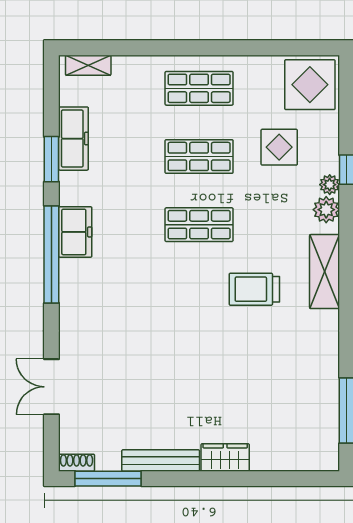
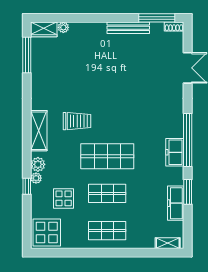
shop shelf: (199, 225) -> (107, 156), width x1.43, depth x1.36
wardrobe: (225, 457) -> (44, 29), moved
plant: (279, 461) -> (63, 27), added

